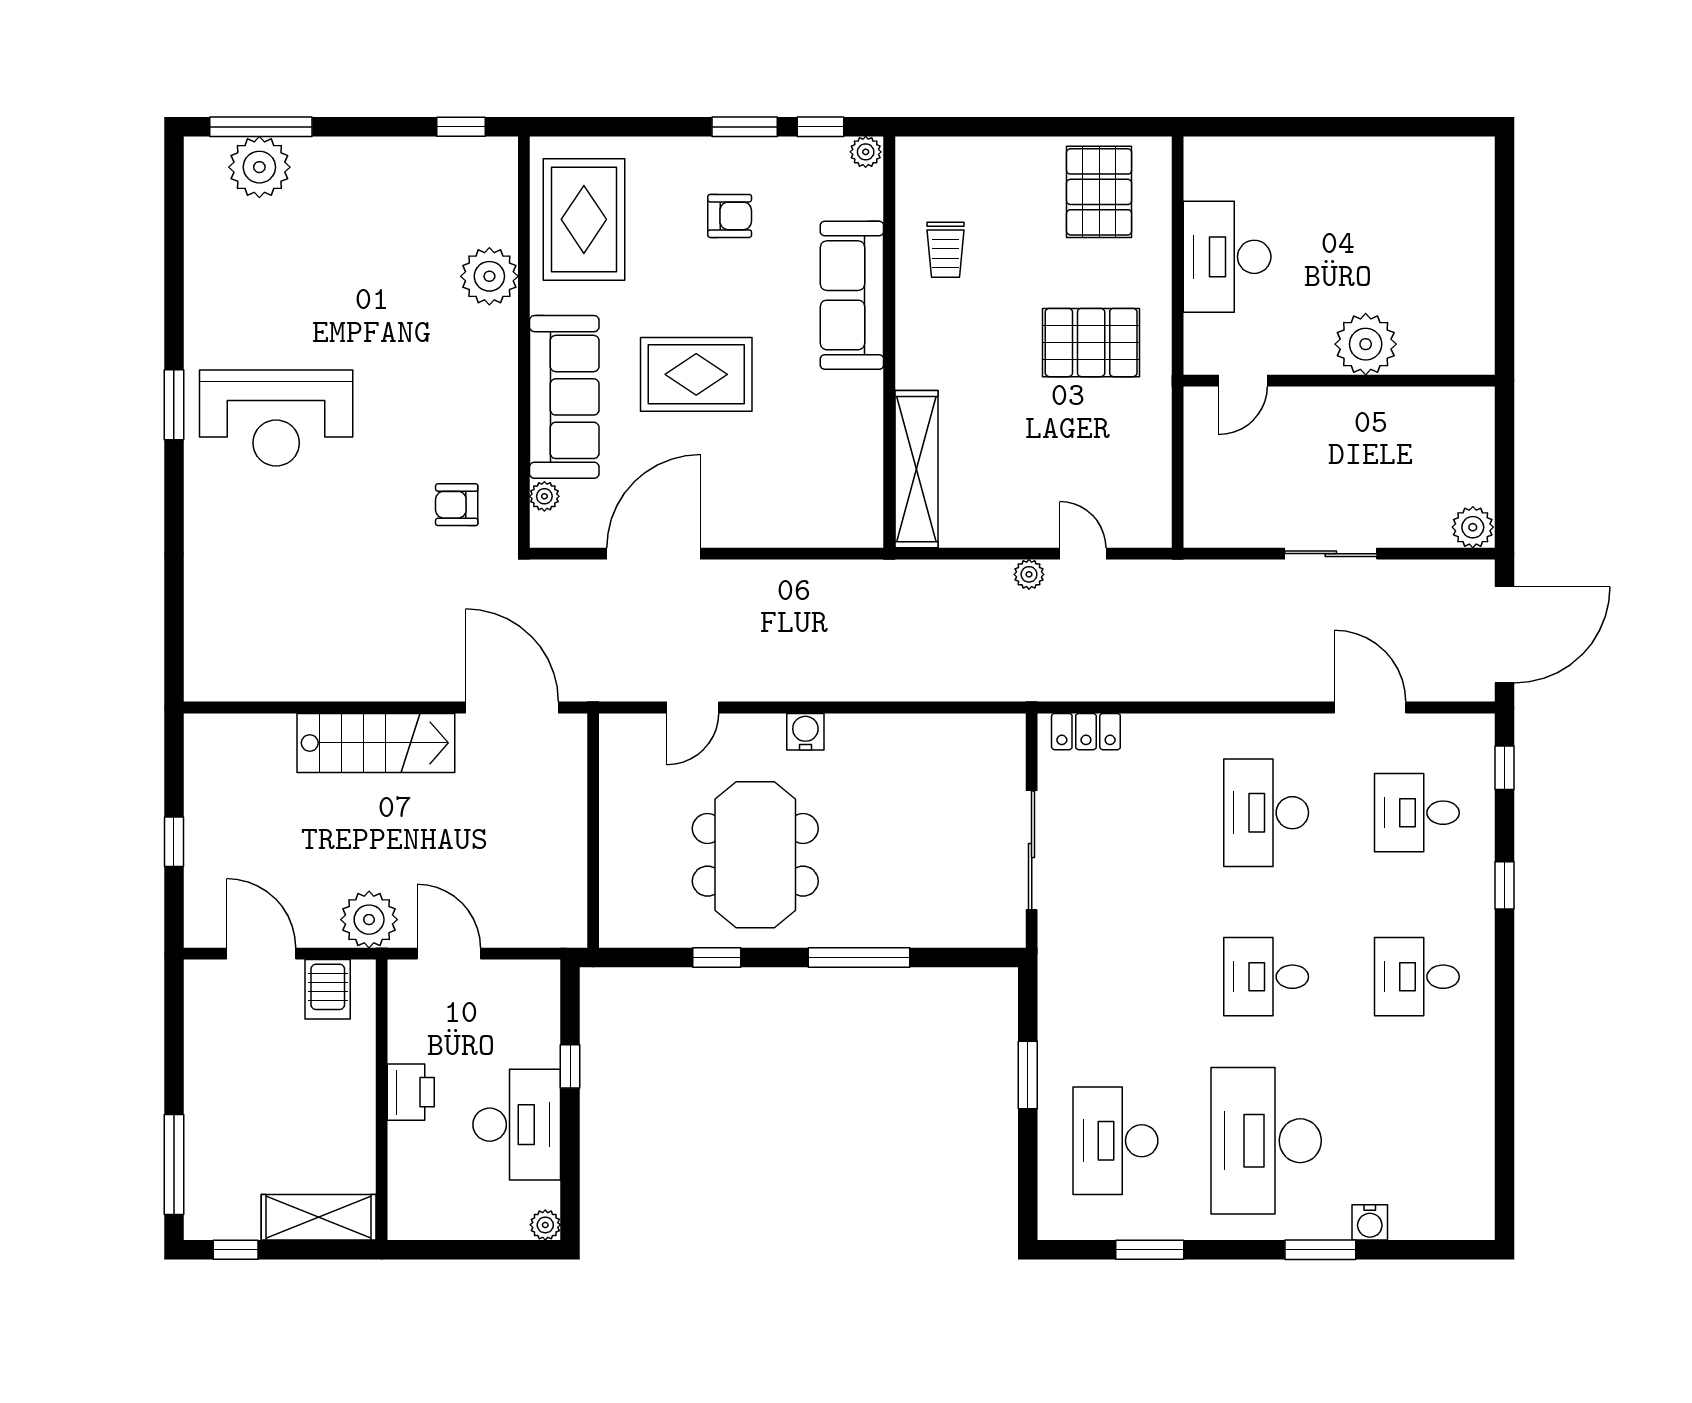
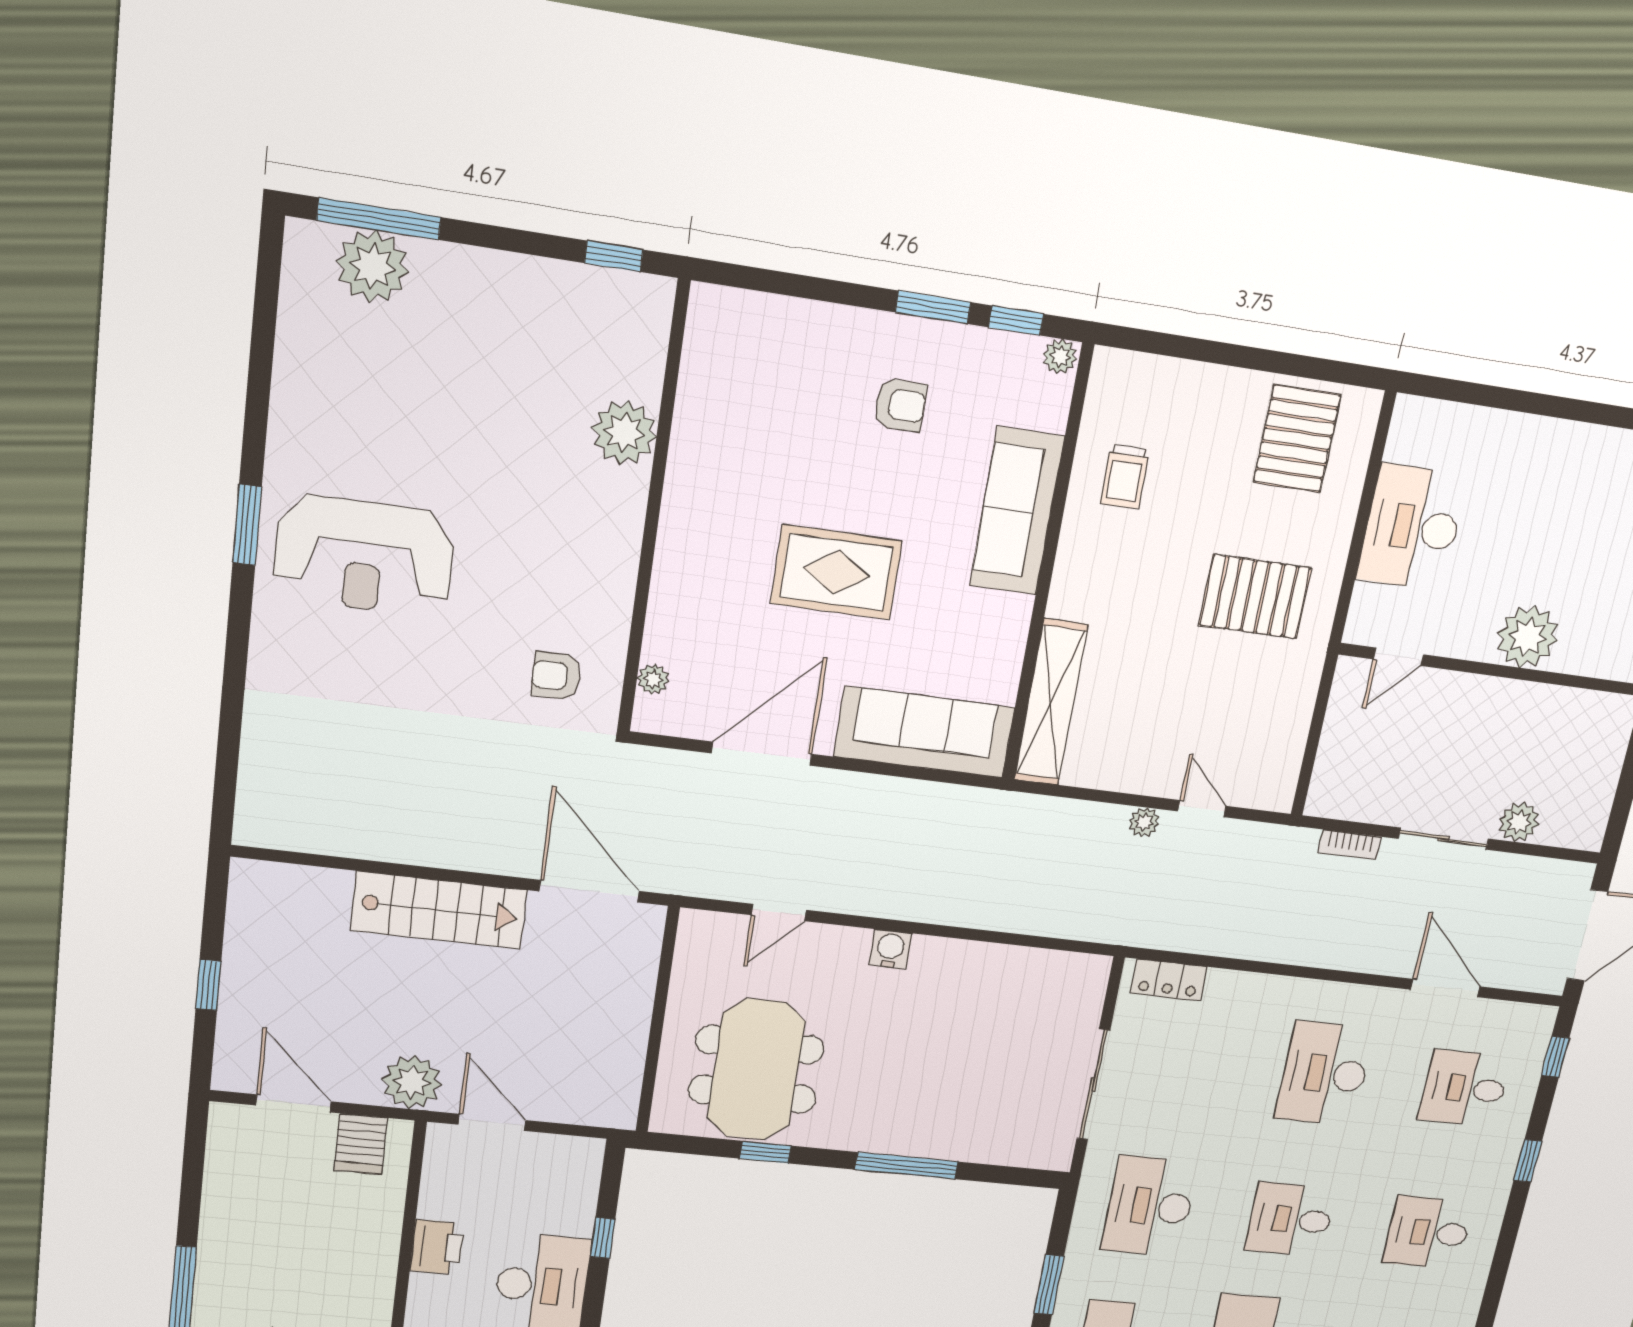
rug: (584, 219) -> (739, 384), removed
sofa: (564, 397) -> (924, 732), moved, turned -90
plant: (1473, 527) -> (1519, 822), moved
bookcase: (1238, 571) -> (1350, 845), added
meeting table: (755, 855) -> (756, 1070), moved
desk: (1115, 977) -> (1150, 1206), added

